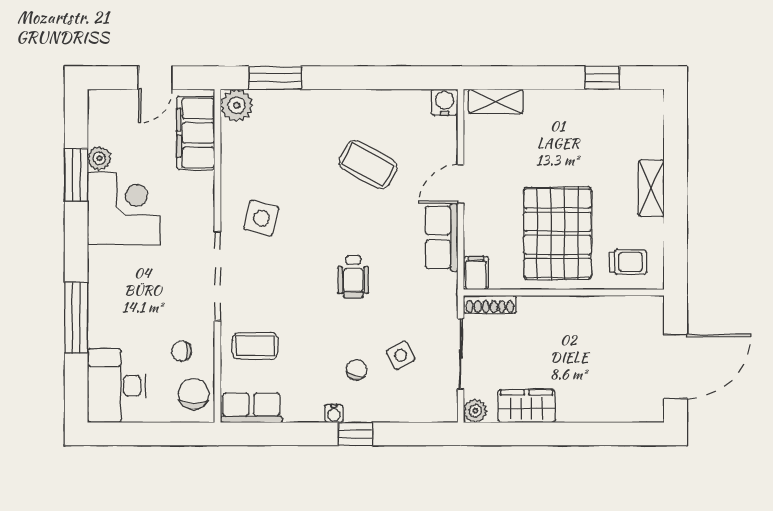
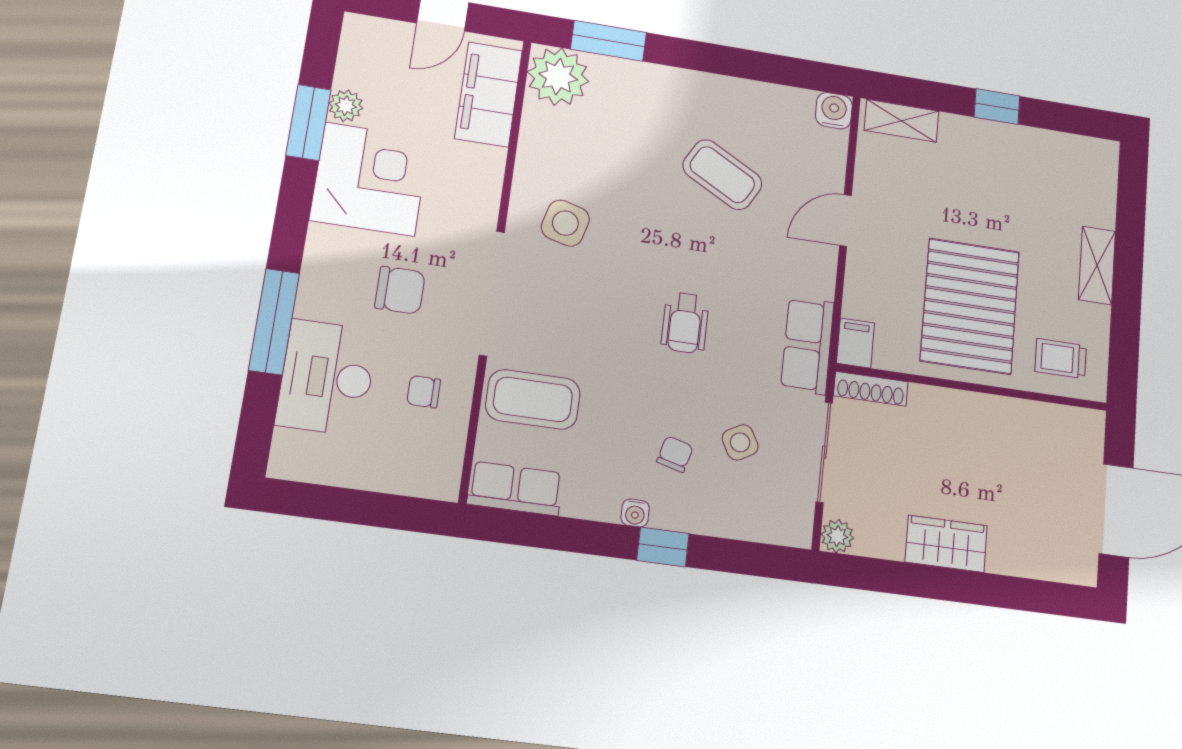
window: (602, 78) -> (997, 107), moved
plant: (237, 105) -> (558, 77), width x1.36, depth x1.36
row of seats: (442, 237) -> (807, 346), moved
trolley: (628, 262) -> (1061, 359), turned 180
coffee table: (255, 346) -> (533, 399), width x1.36, depth x1.30
desk: (116, 386) -> (327, 377), moved
chair: (193, 394) -> (400, 290), moved, turned 90
wardrobe: (527, 406) -> (946, 544), moved

